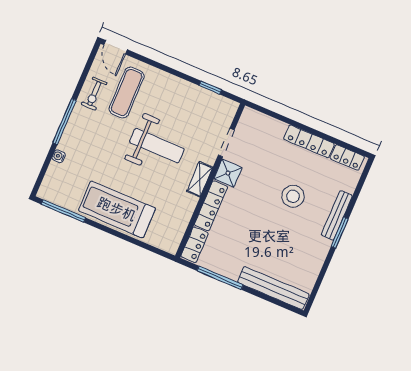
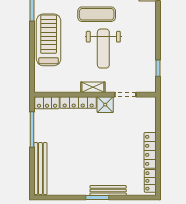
exercise mat: (127, 92) -> (97, 14), moved
stool: (293, 196) -> (108, 155), removed

